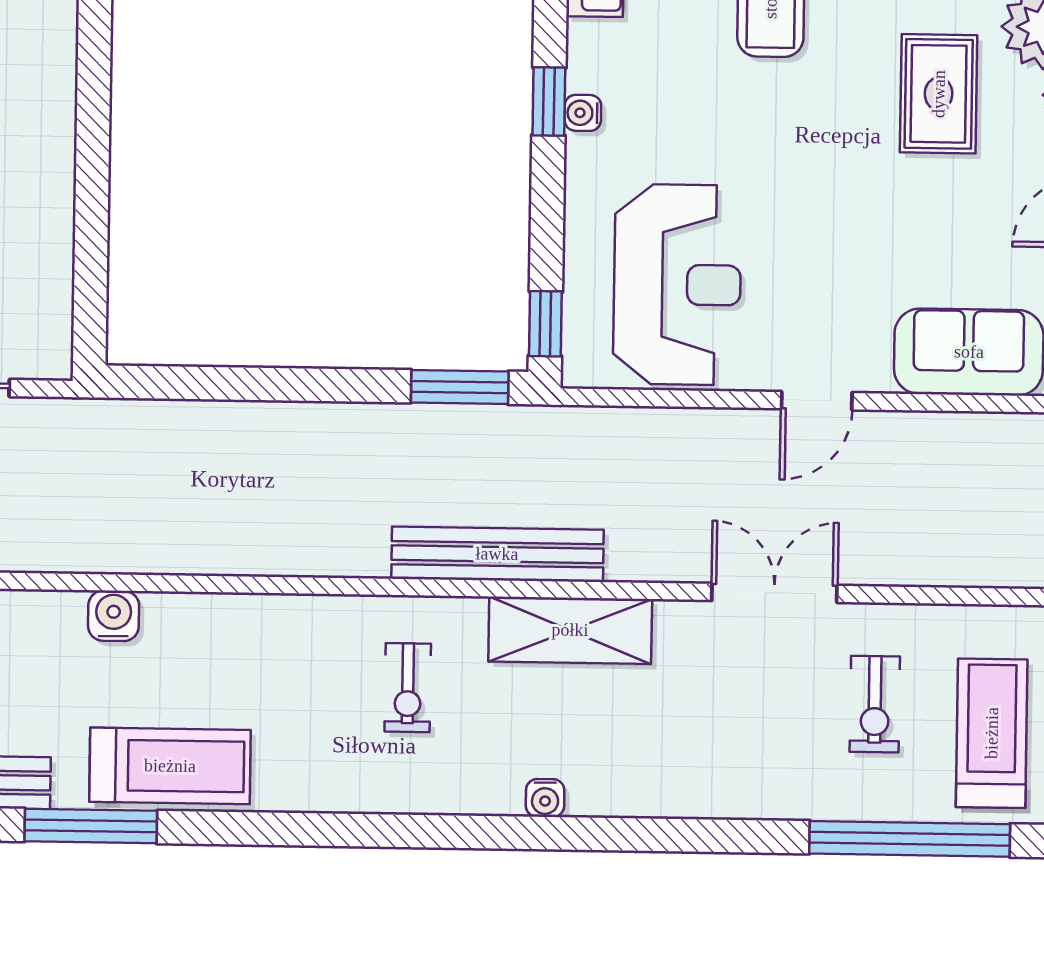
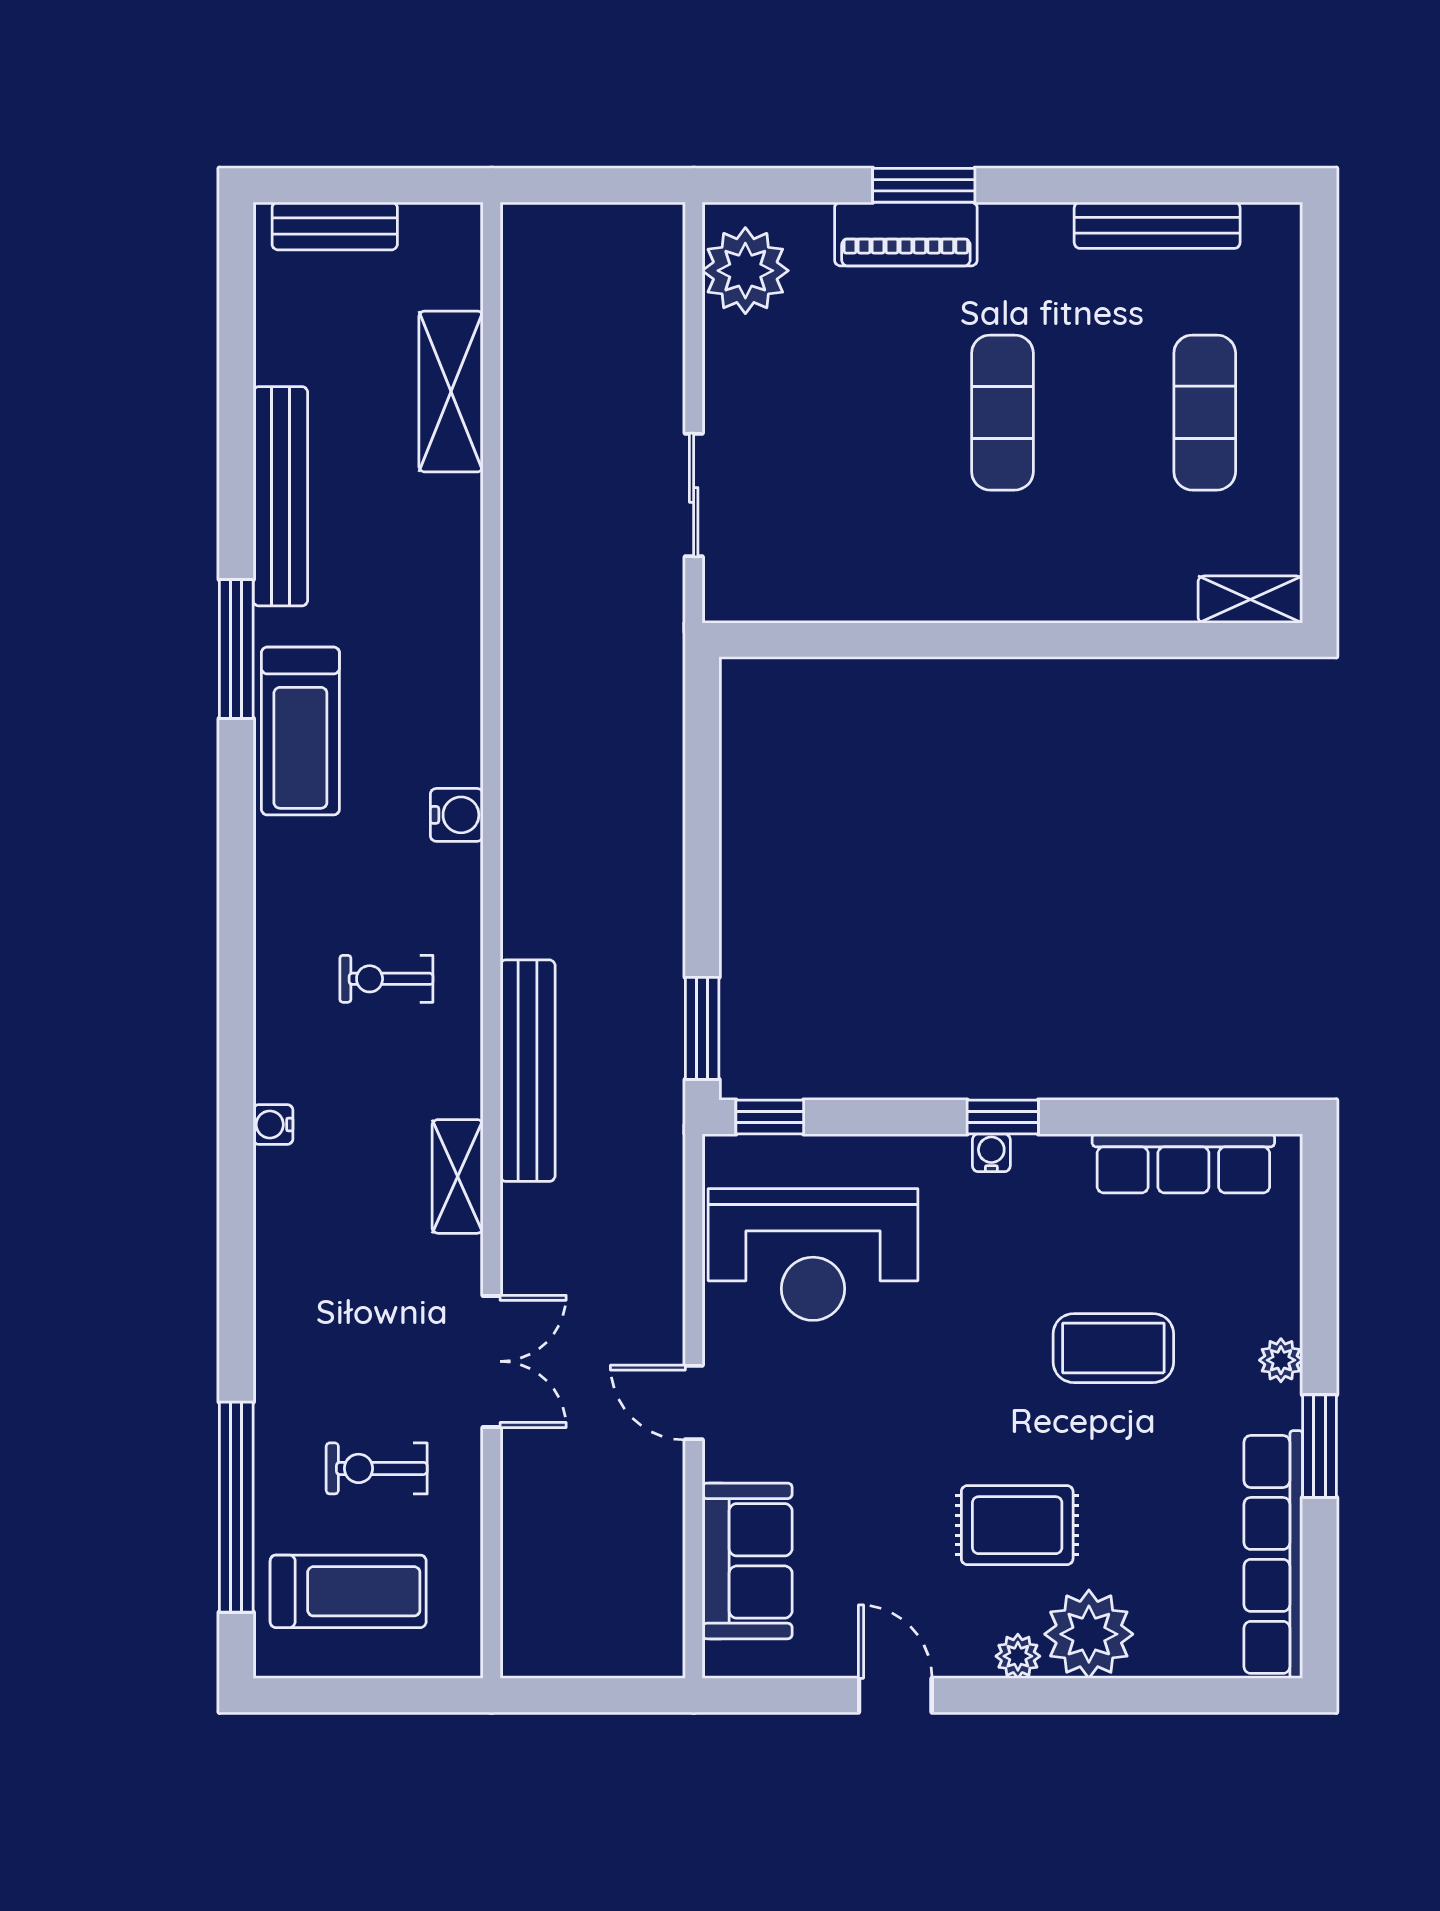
water cooler: (114, 616) -> (457, 815), moved
shelving: (570, 630) -> (458, 1176), width x0.67, depth x0.75

